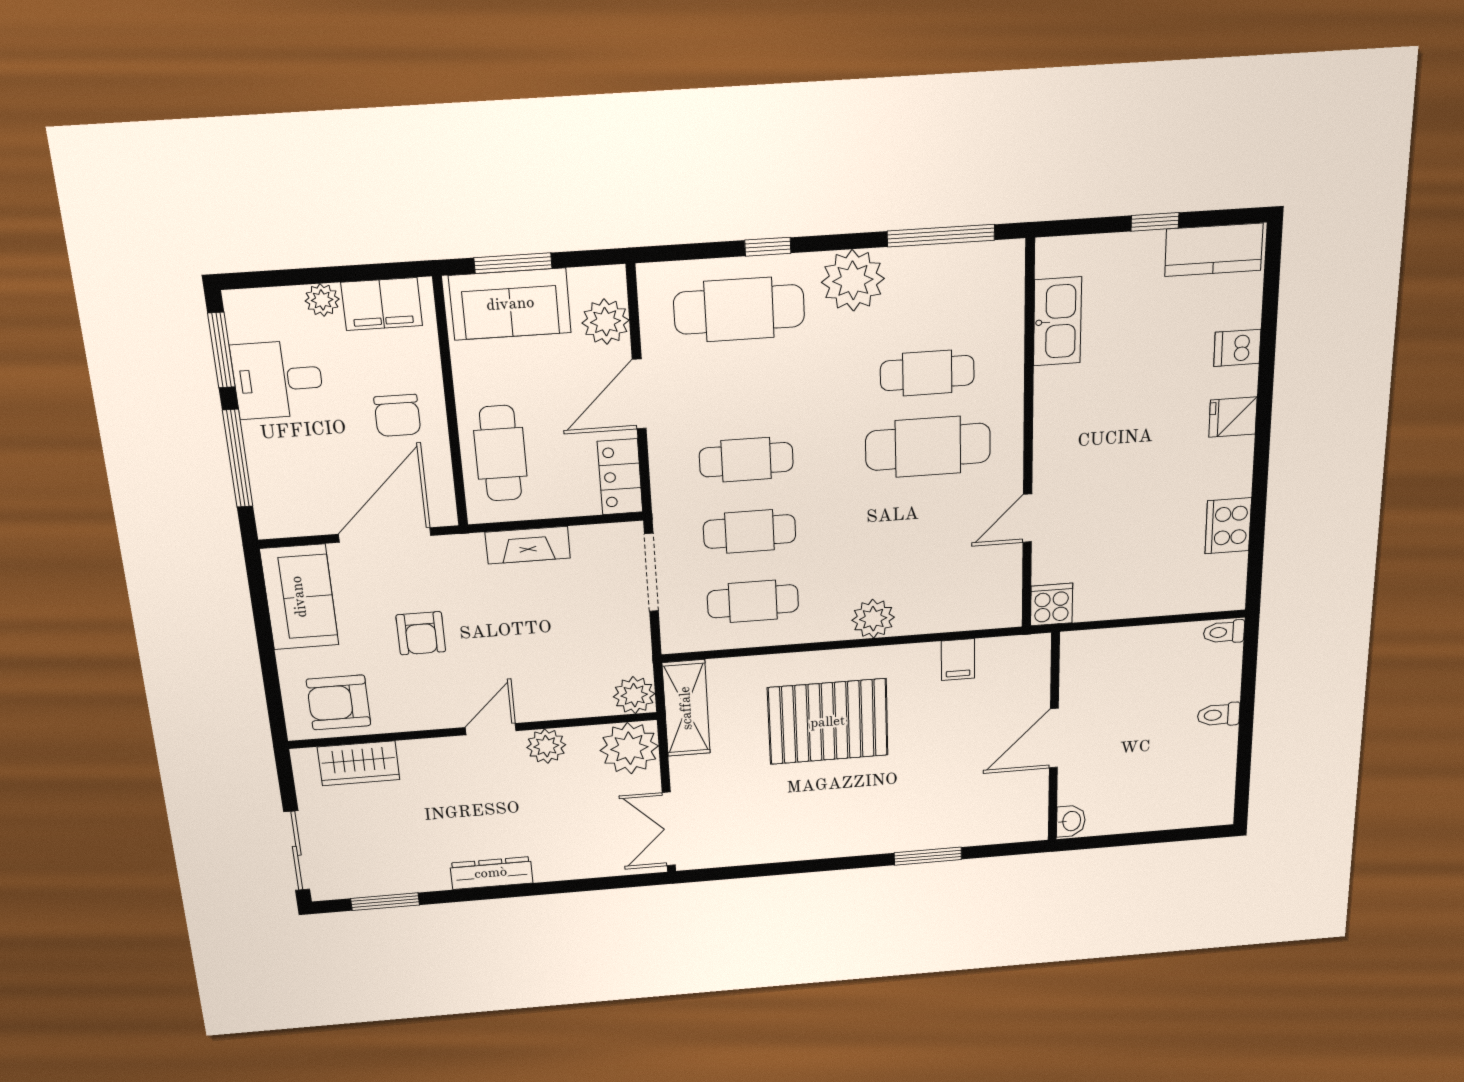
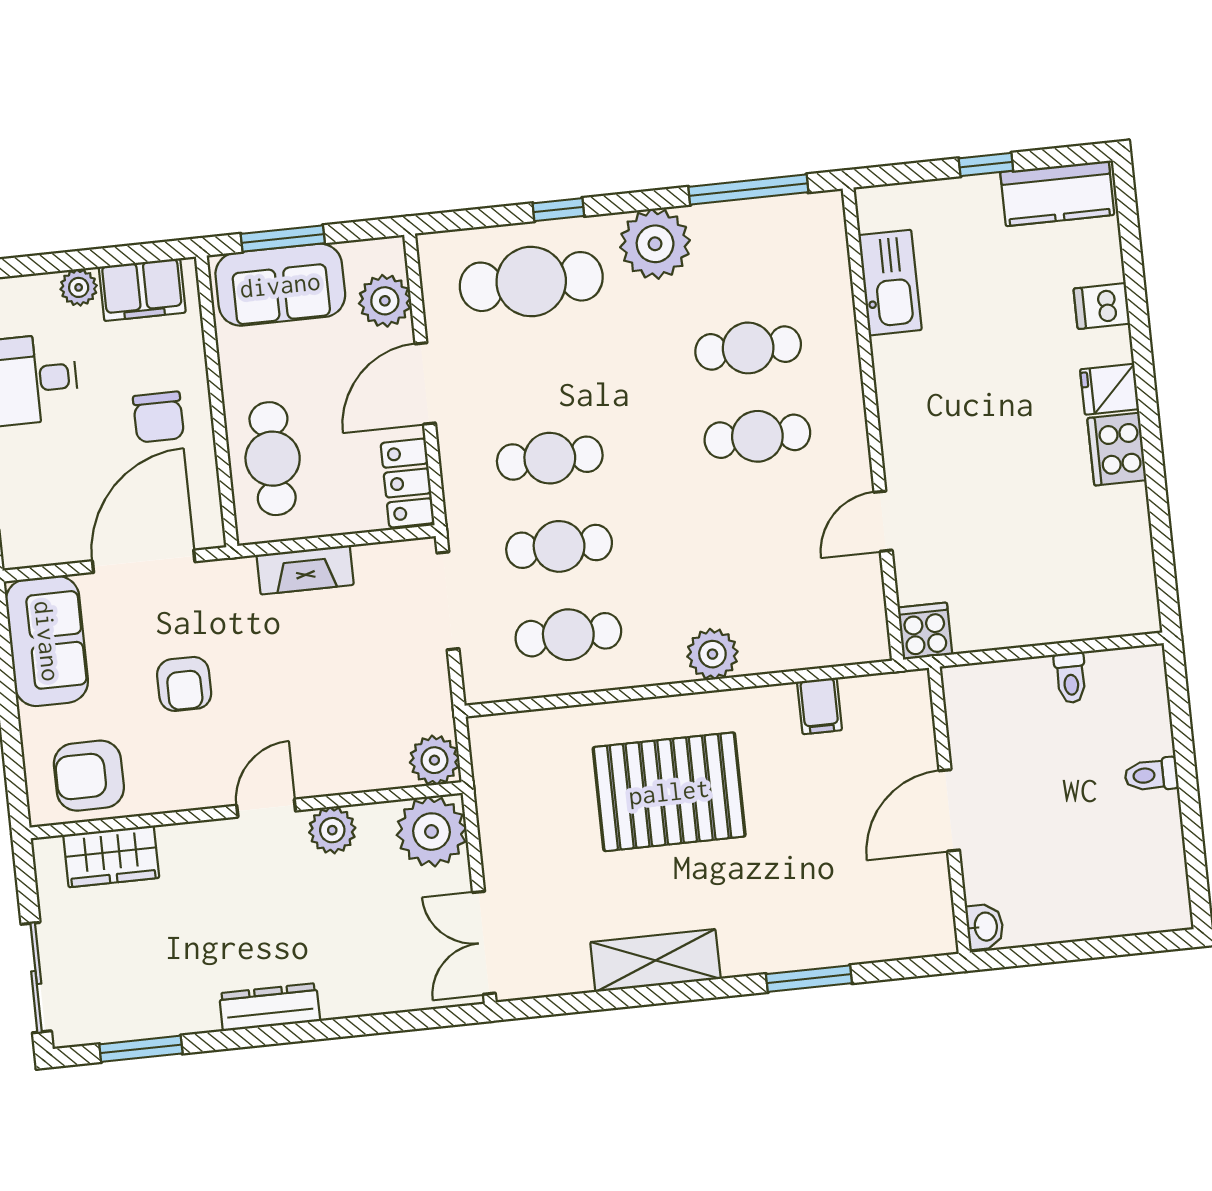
cafe table: (928, 447) -> (757, 436), width x0.73, depth x0.74
cooker: (1228, 526) -> (1117, 449), moved
toilet: (1224, 632) -> (1071, 678), moved, turned -90
shelving: (686, 708) -> (655, 960), moved, turned 90

